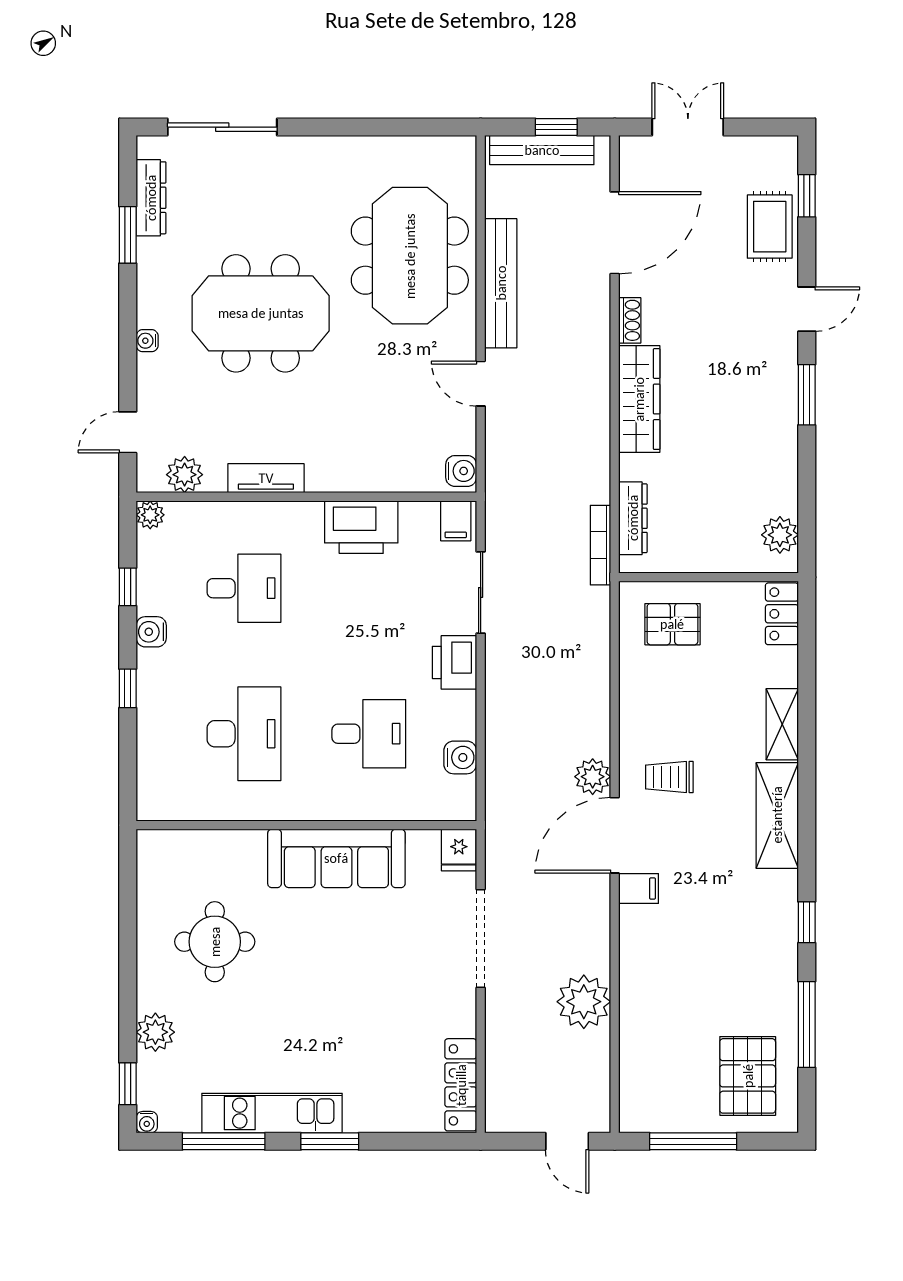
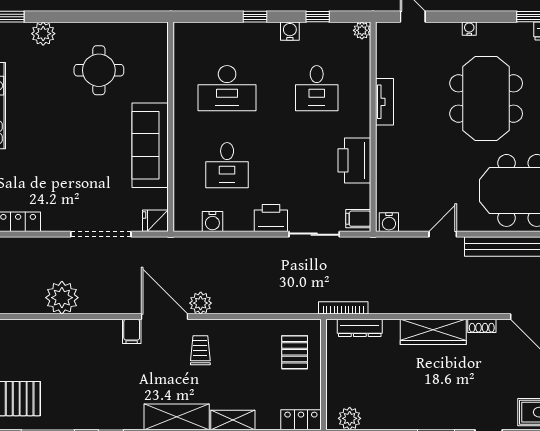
plant: (185, 475) -> (387, 52), removed

